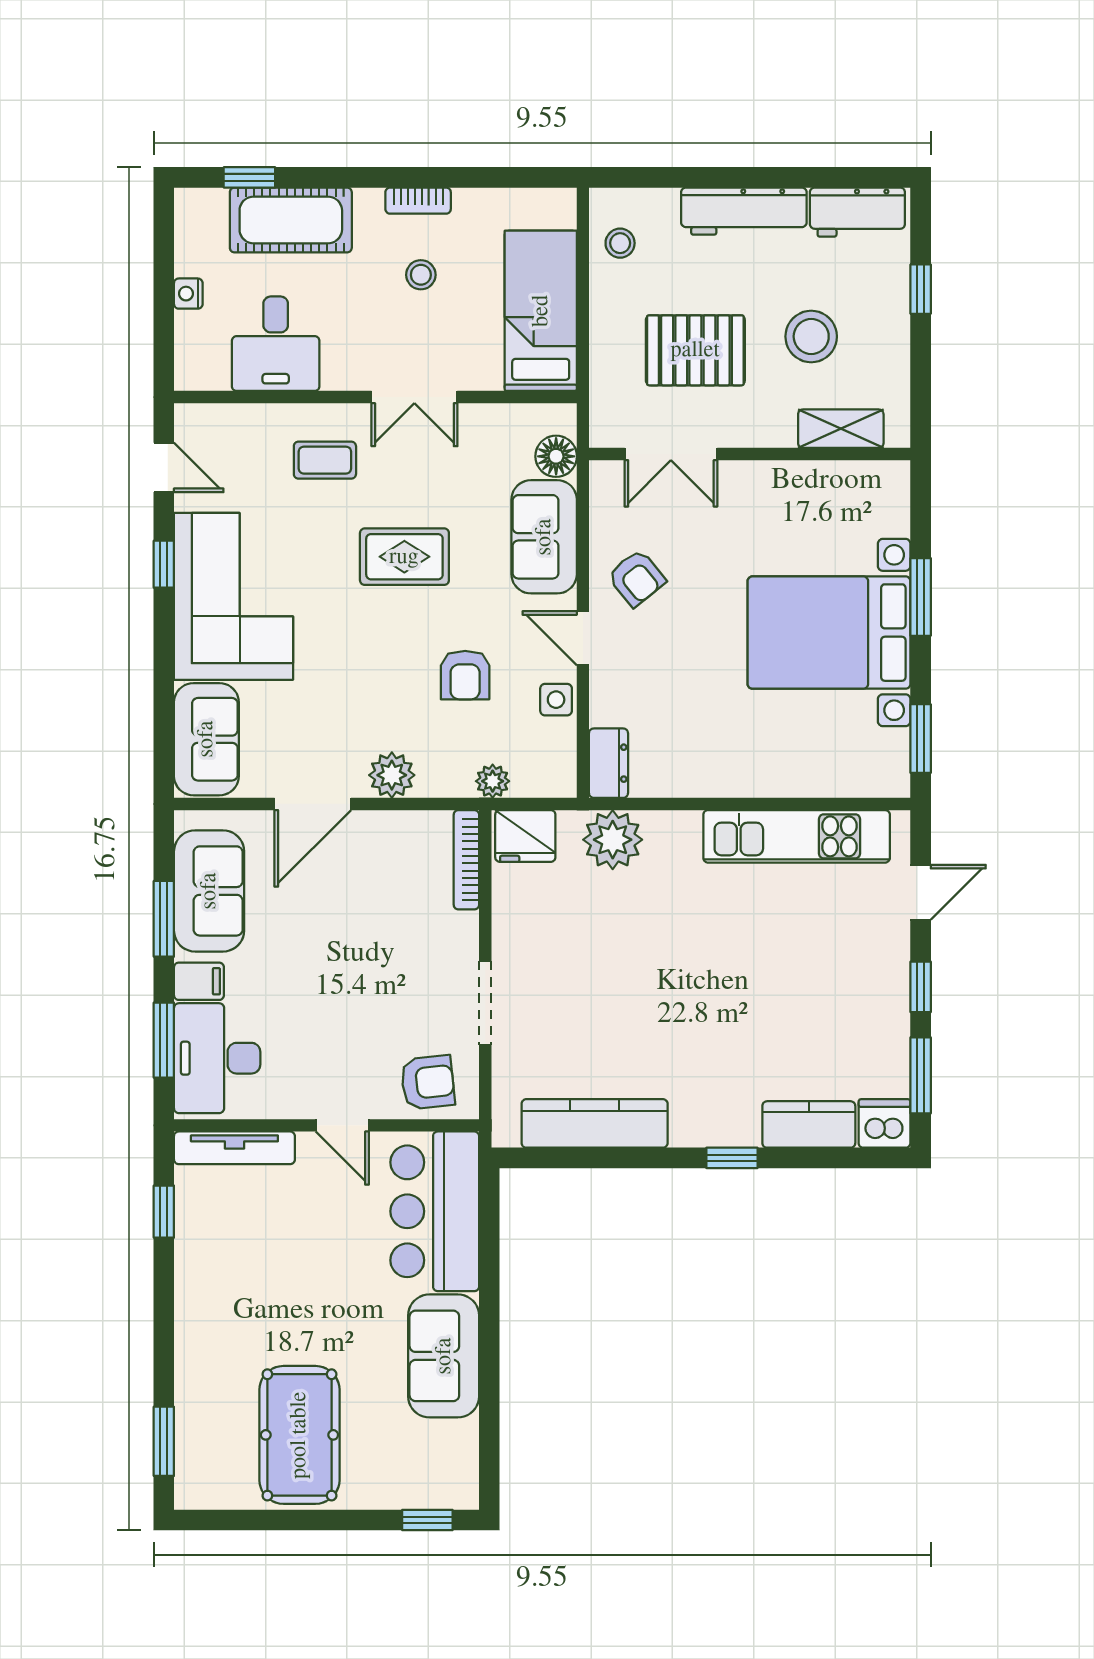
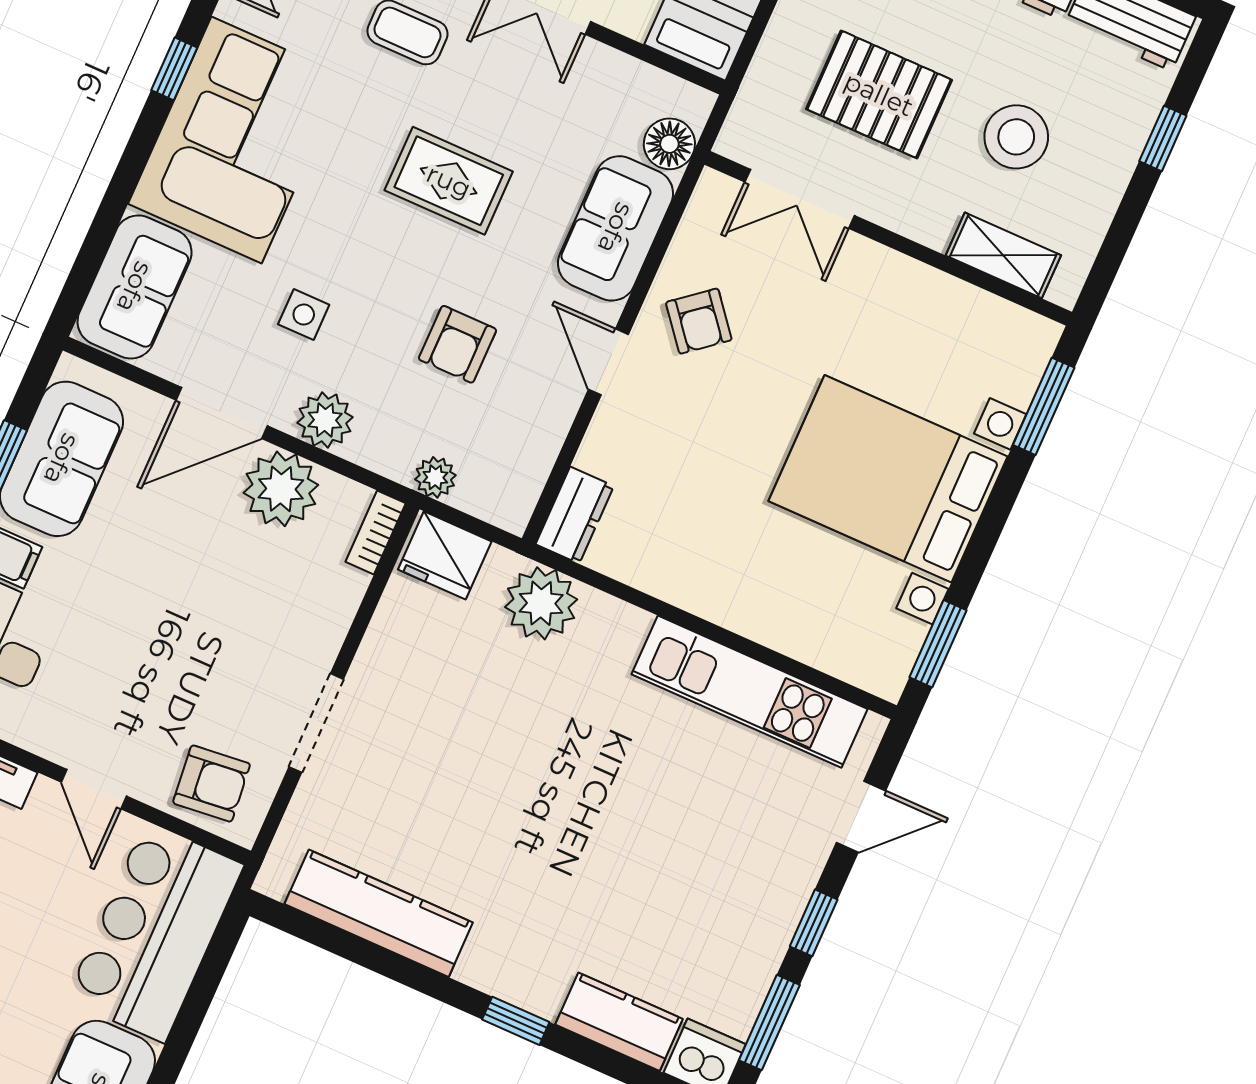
window: (921, 597) -> (1044, 406), moved
side table: (556, 700) -> (304, 314), moved
plant: (382, 841) -> (281, 489), added
bookcase: (466, 860) -> (376, 533), width x0.64

